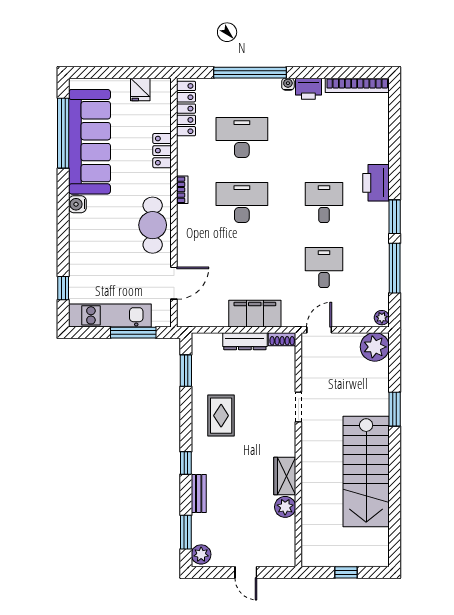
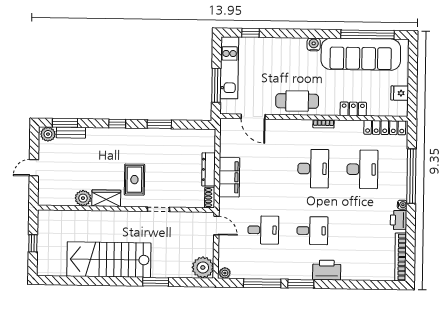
window: (186, 371) -> (159, 124), moved
rug: (221, 416) -> (134, 180), moved, turned 90
bench: (199, 494) -> (71, 133), moved

